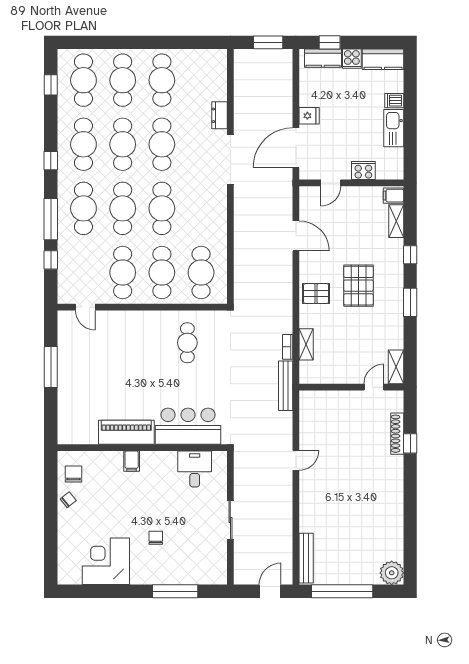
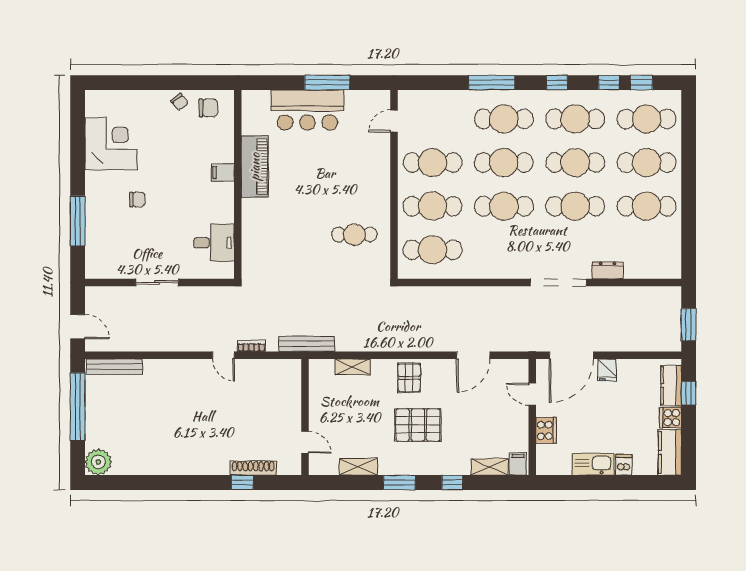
door: (296, 148) -> (571, 355), swing flipped
window: (51, 260) -> (609, 83), moved
bookcase: (288, 347) -> (251, 346), moved
shelving: (396, 367) -> (358, 467), moved
bar counter: (188, 426) -> (307, 110), moved, turned 90

